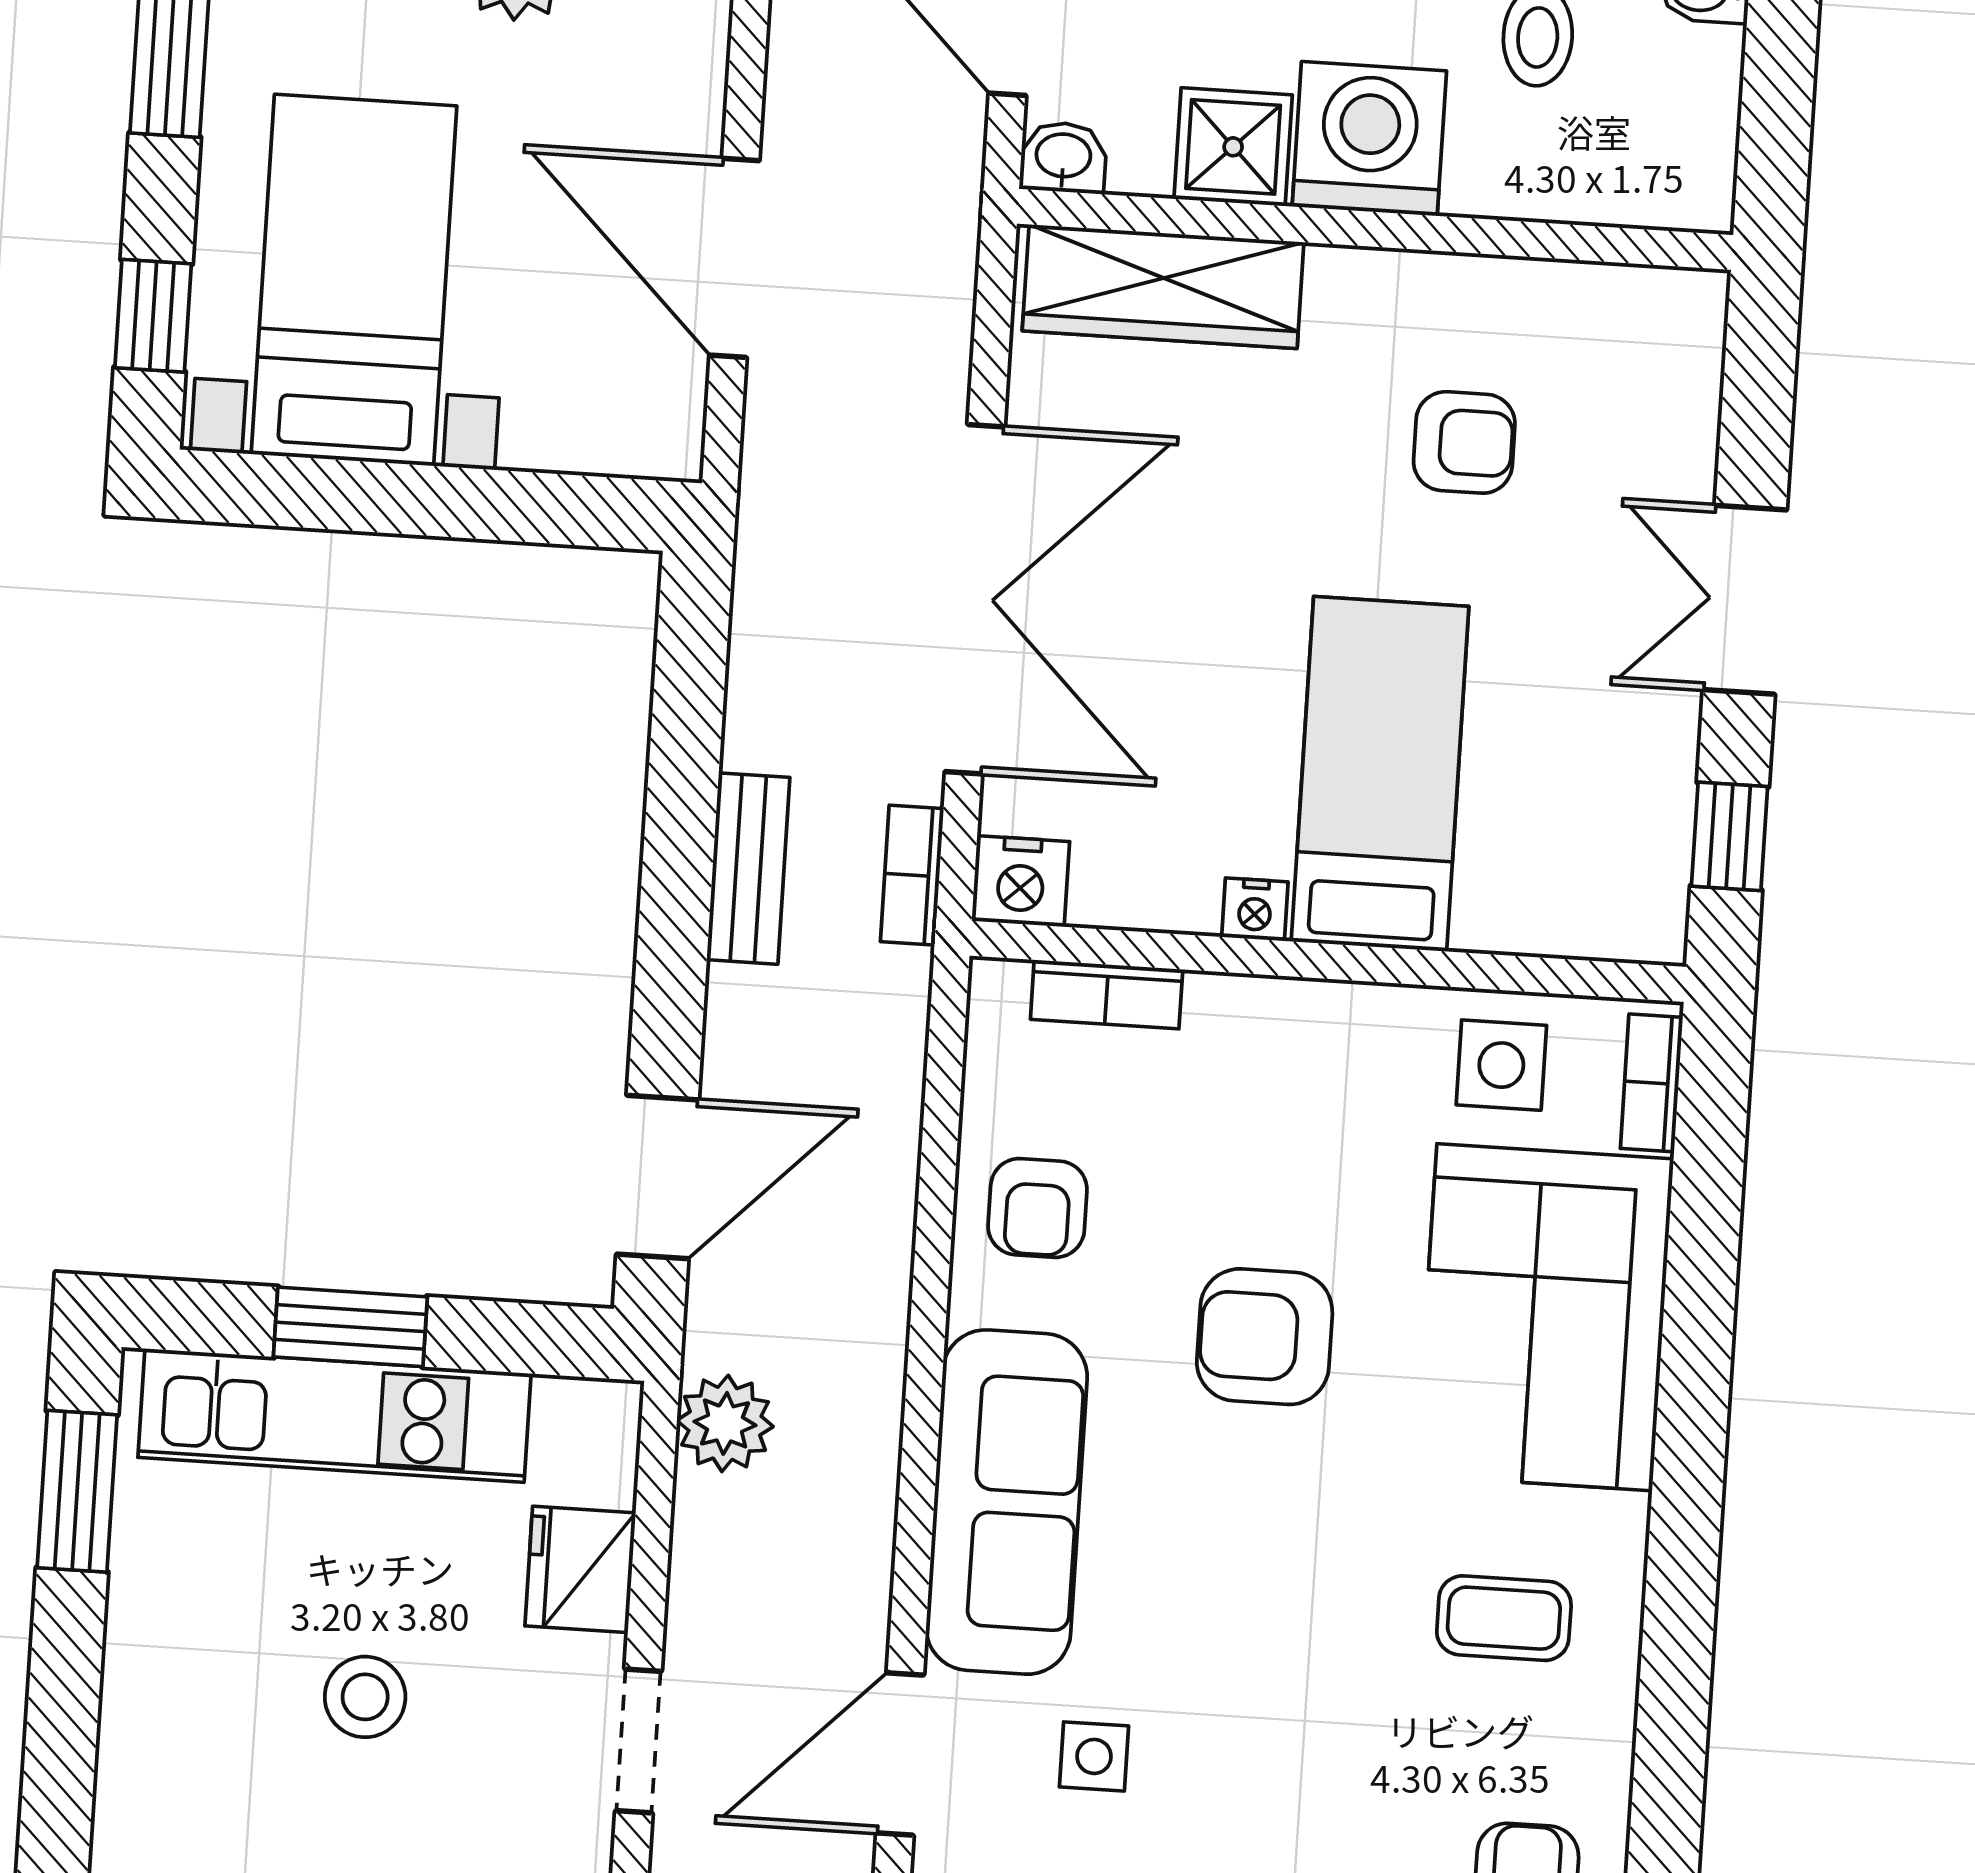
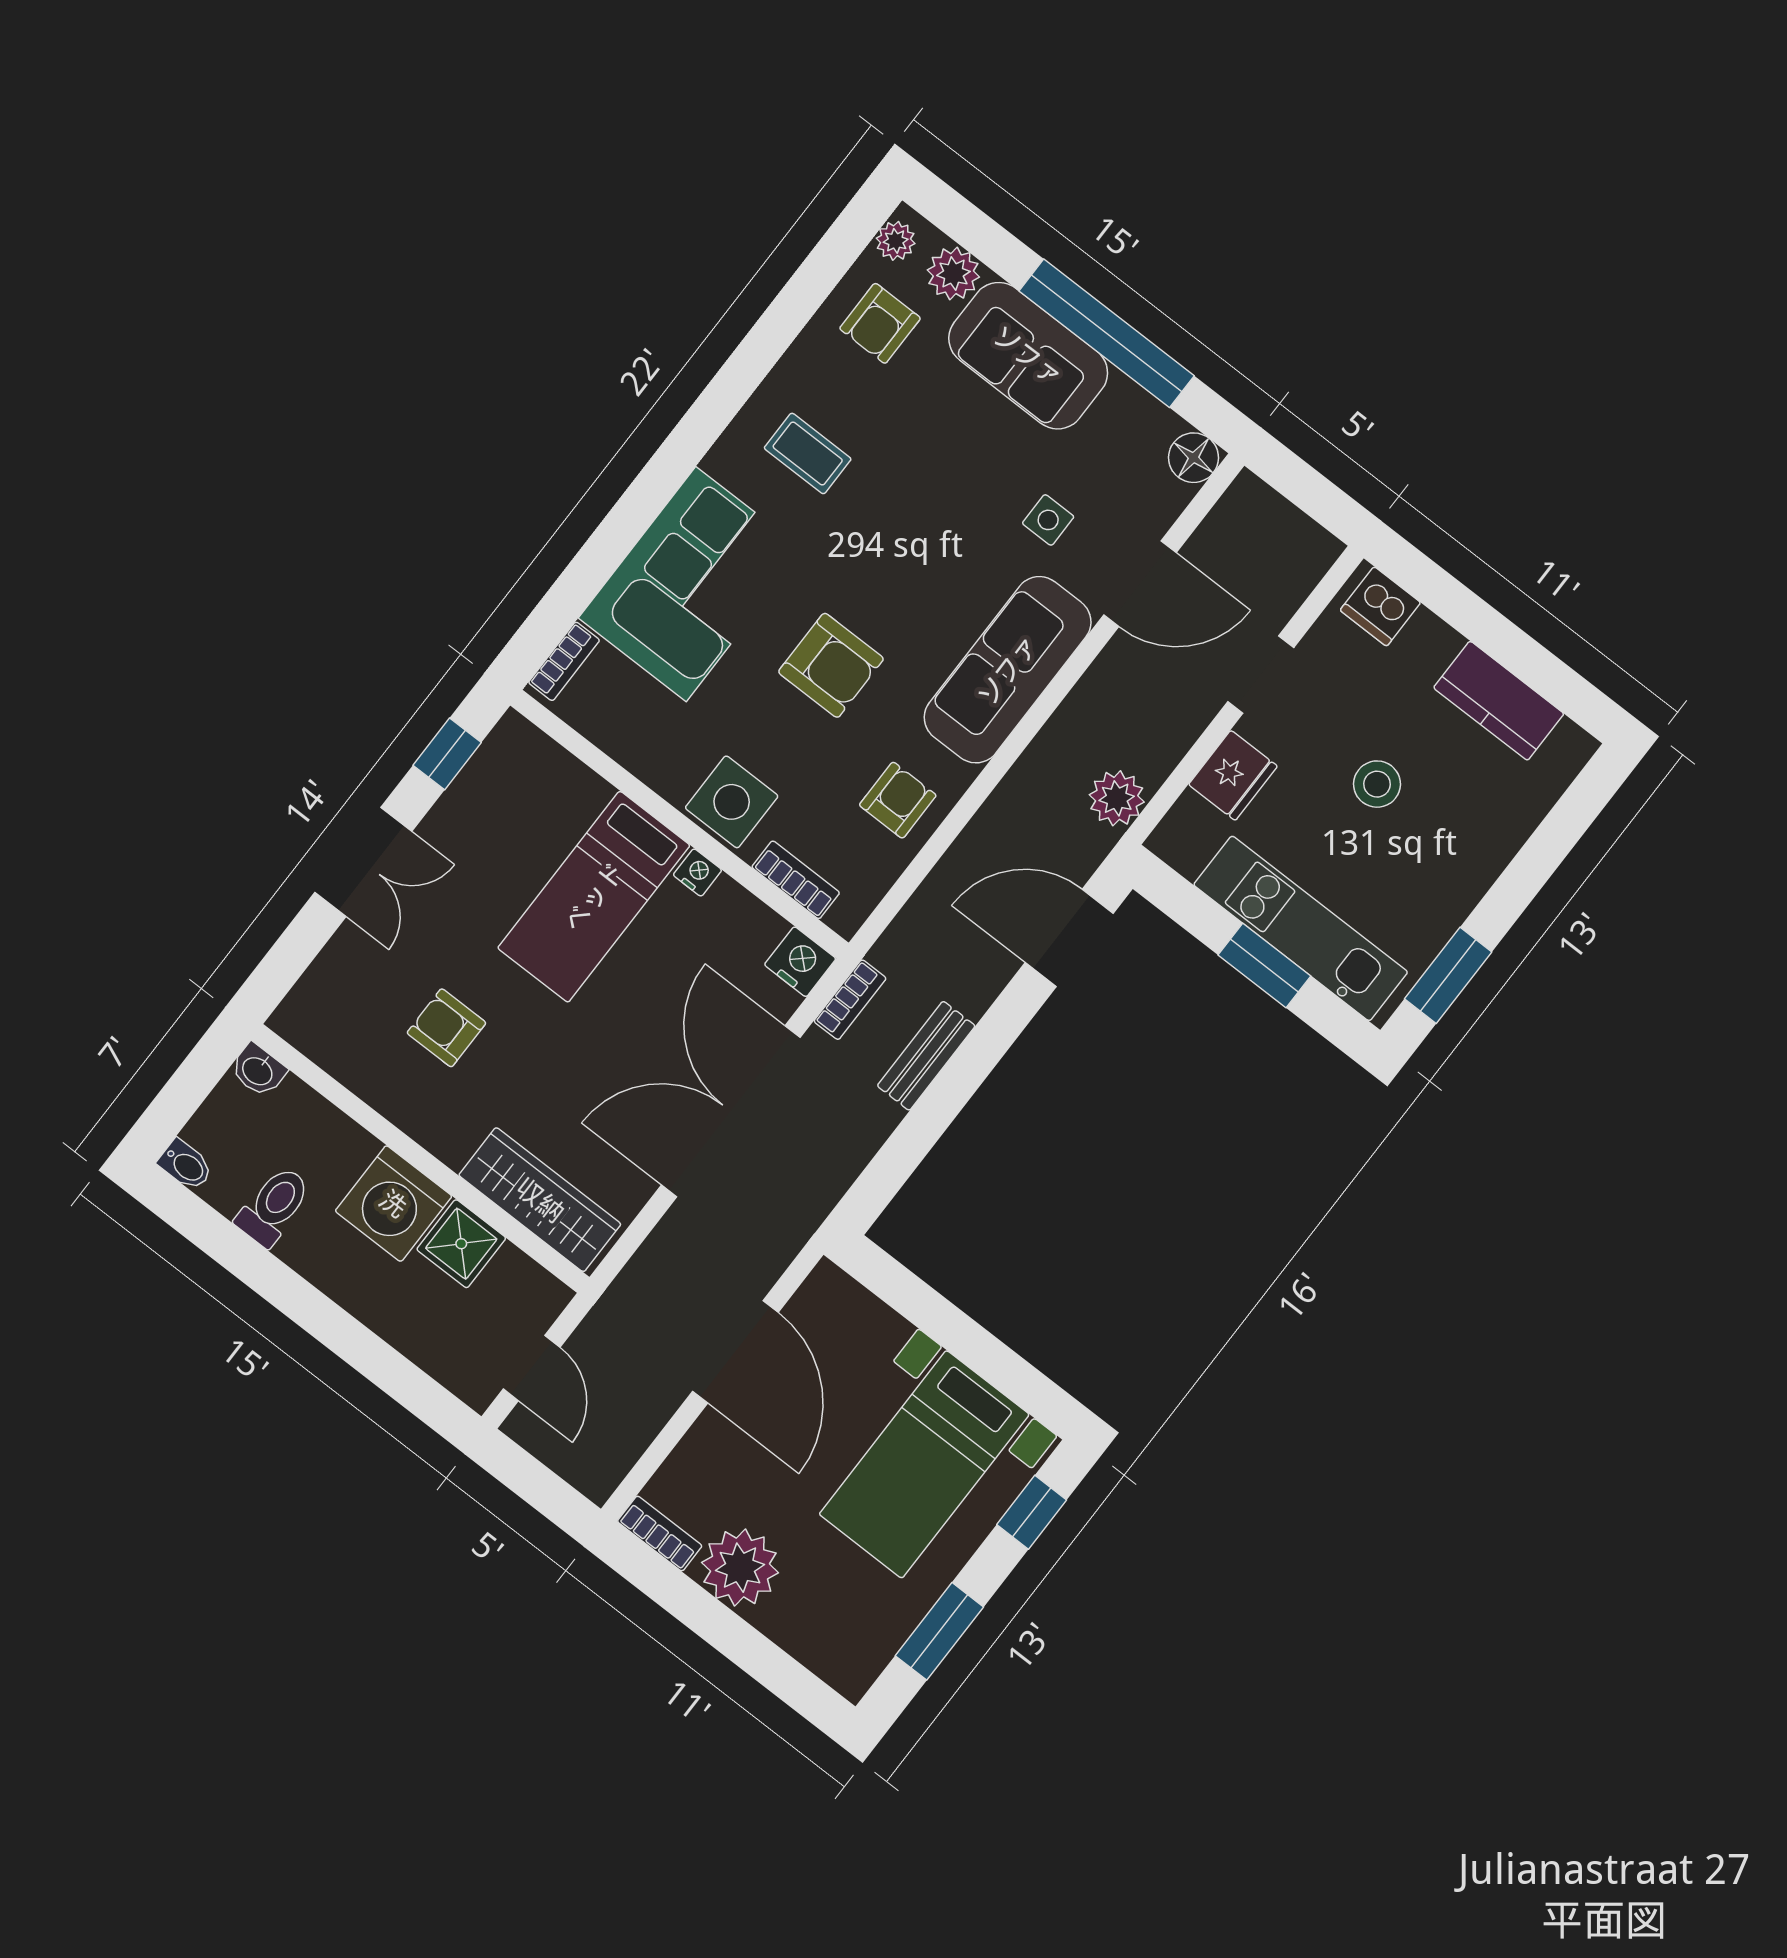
washbasin: (1063, 157) -> (258, 1070), moved
side table: (1501, 1065) -> (732, 802), moved, width x1.37, depth x1.37

